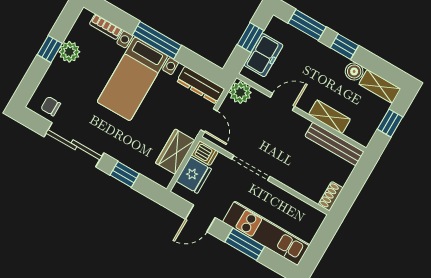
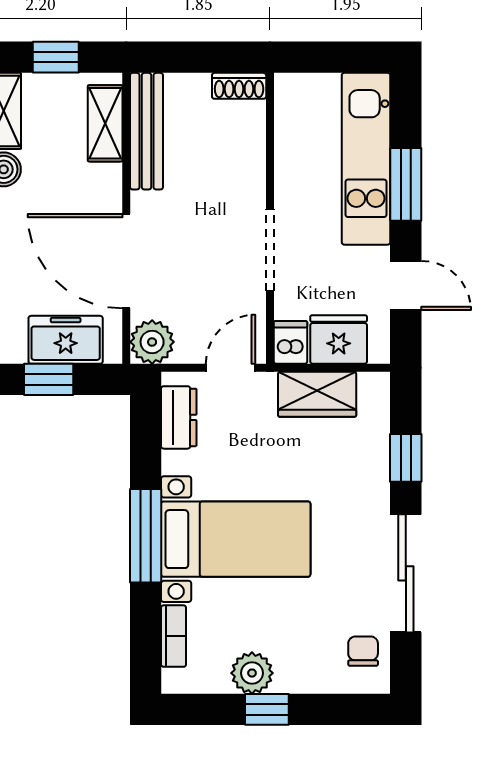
dresser: (200, 85) -> (179, 417), width x0.70
door: (282, 102) -> (126, 261), width x1.87
chair: (51, 106) -> (363, 651), turned 180
shelving: (329, 117) -> (105, 123), moved

